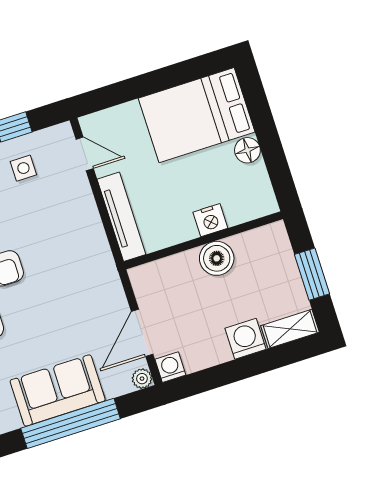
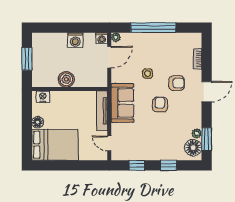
side table: (23, 168) -> (148, 74), moved
nightstand: (210, 220) -> (43, 97), moved
shelving: (290, 329) -> (44, 38), removed
washing machine: (245, 339) -> (75, 40), moved
sofa: (58, 390) -> (122, 103), moved, turned -90

